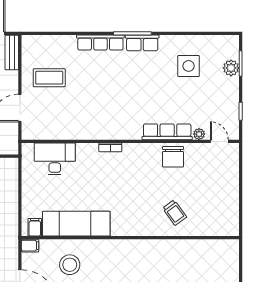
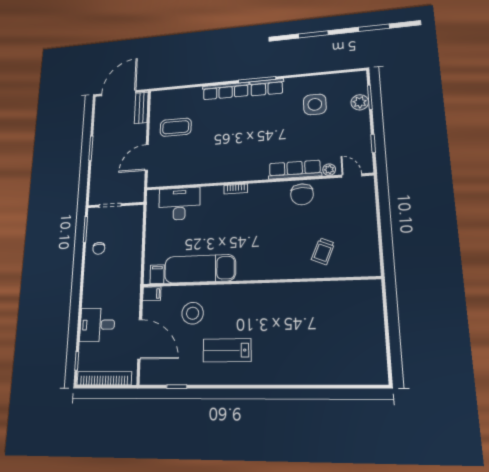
trolley: (175, 213) -> (323, 251), moved, turned 59

